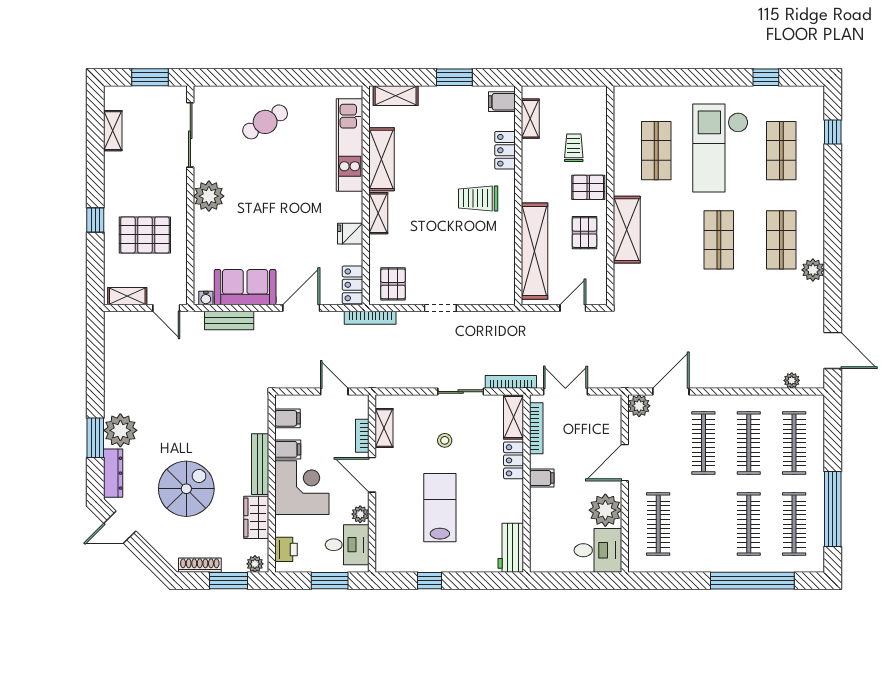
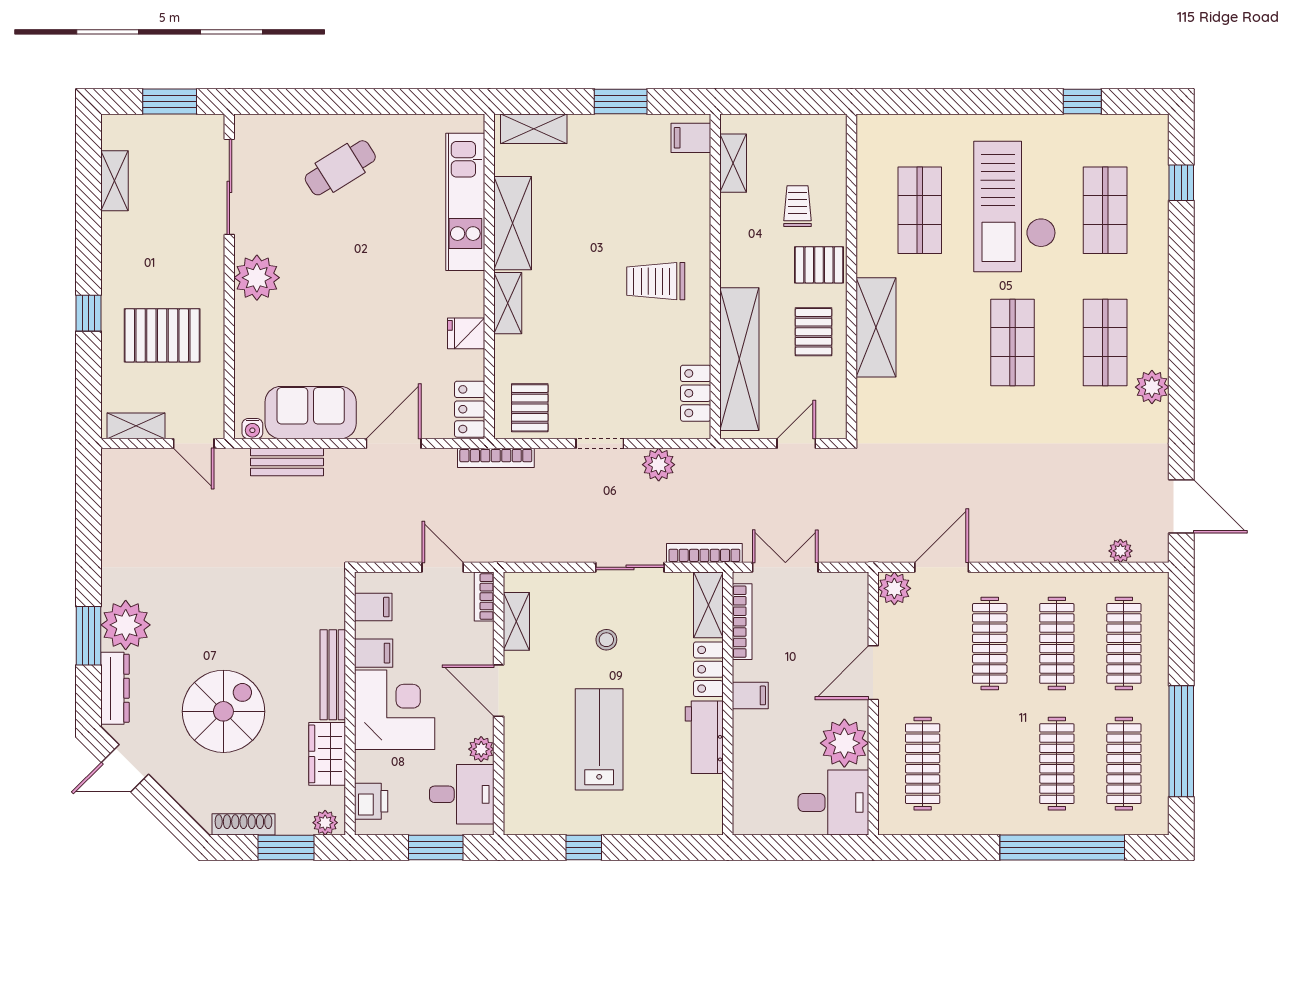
locker: (505, 150) -> (696, 393), moved
plant: (480, 322) -> (659, 465), added
bookcase: (362, 436) -> (484, 597), moved
workbench: (511, 548) -> (704, 737), moved

